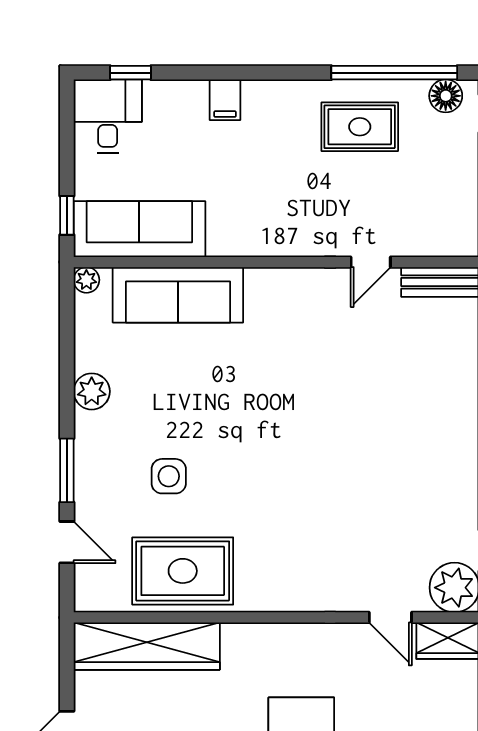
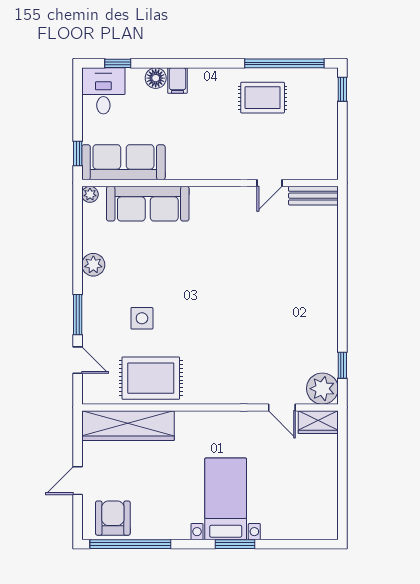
floor lamp: (446, 96) -> (156, 78), moved

